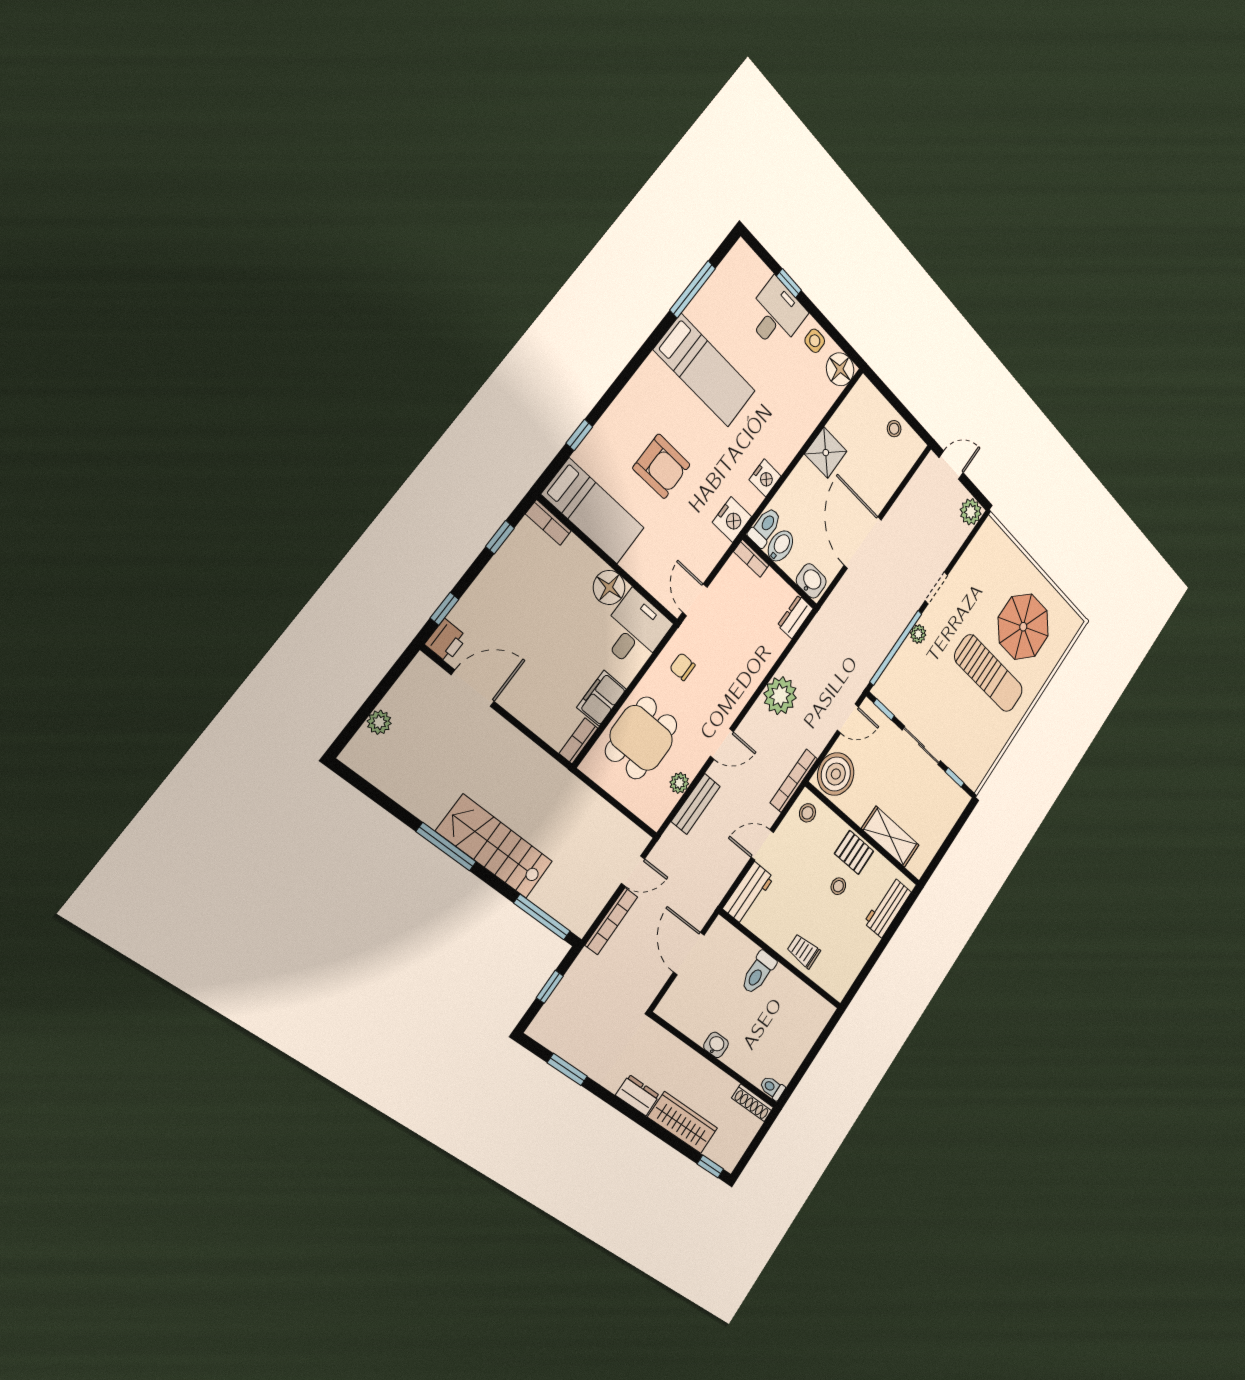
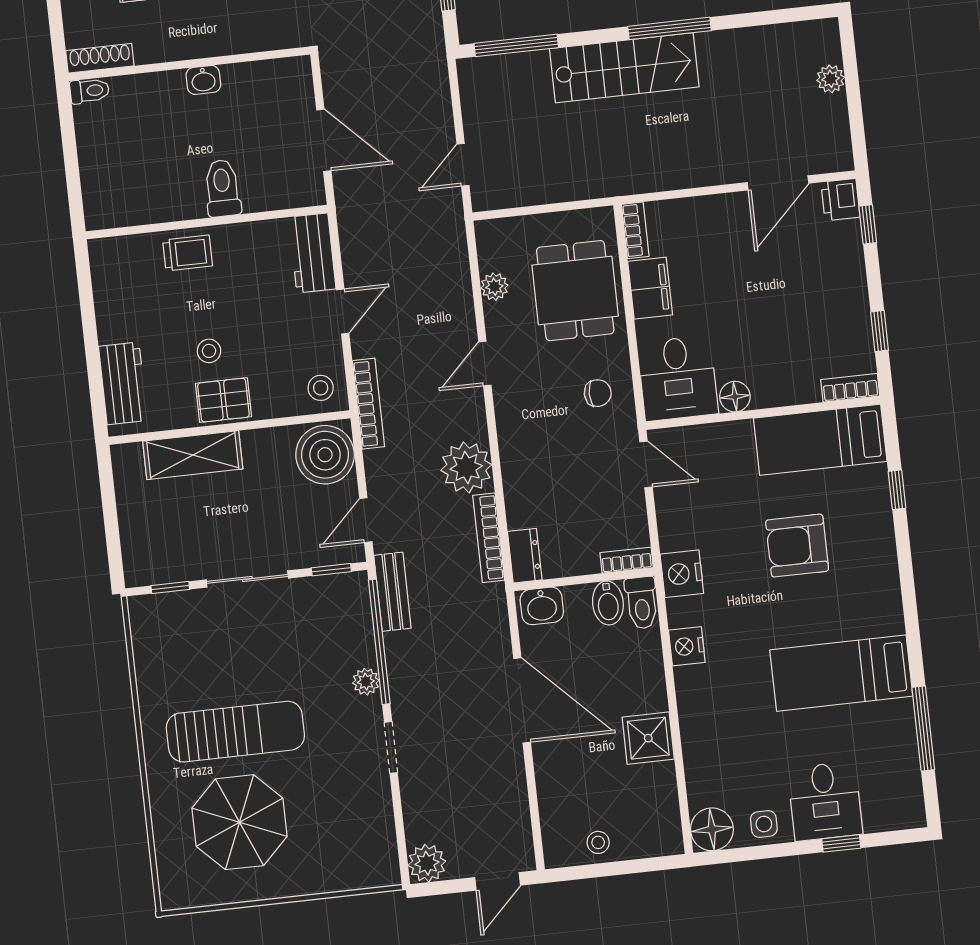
floor lamp: (609, 587) -> (735, 397), width x0.73, depth x0.73
sun lounger: (989, 673) -> (235, 732), turned 180
bench: (696, 804) -> (392, 592), moved
bookcase: (611, 921) -> (489, 538), moved

